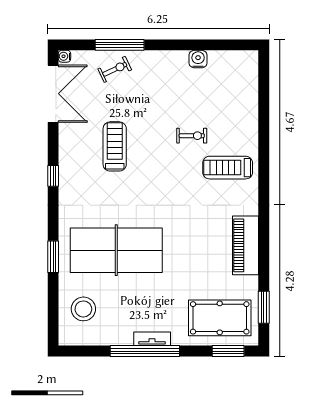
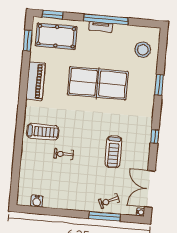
water cooler: (198, 59) -> (37, 201), moved
table tennis table: (116, 250) -> (98, 83), moved

